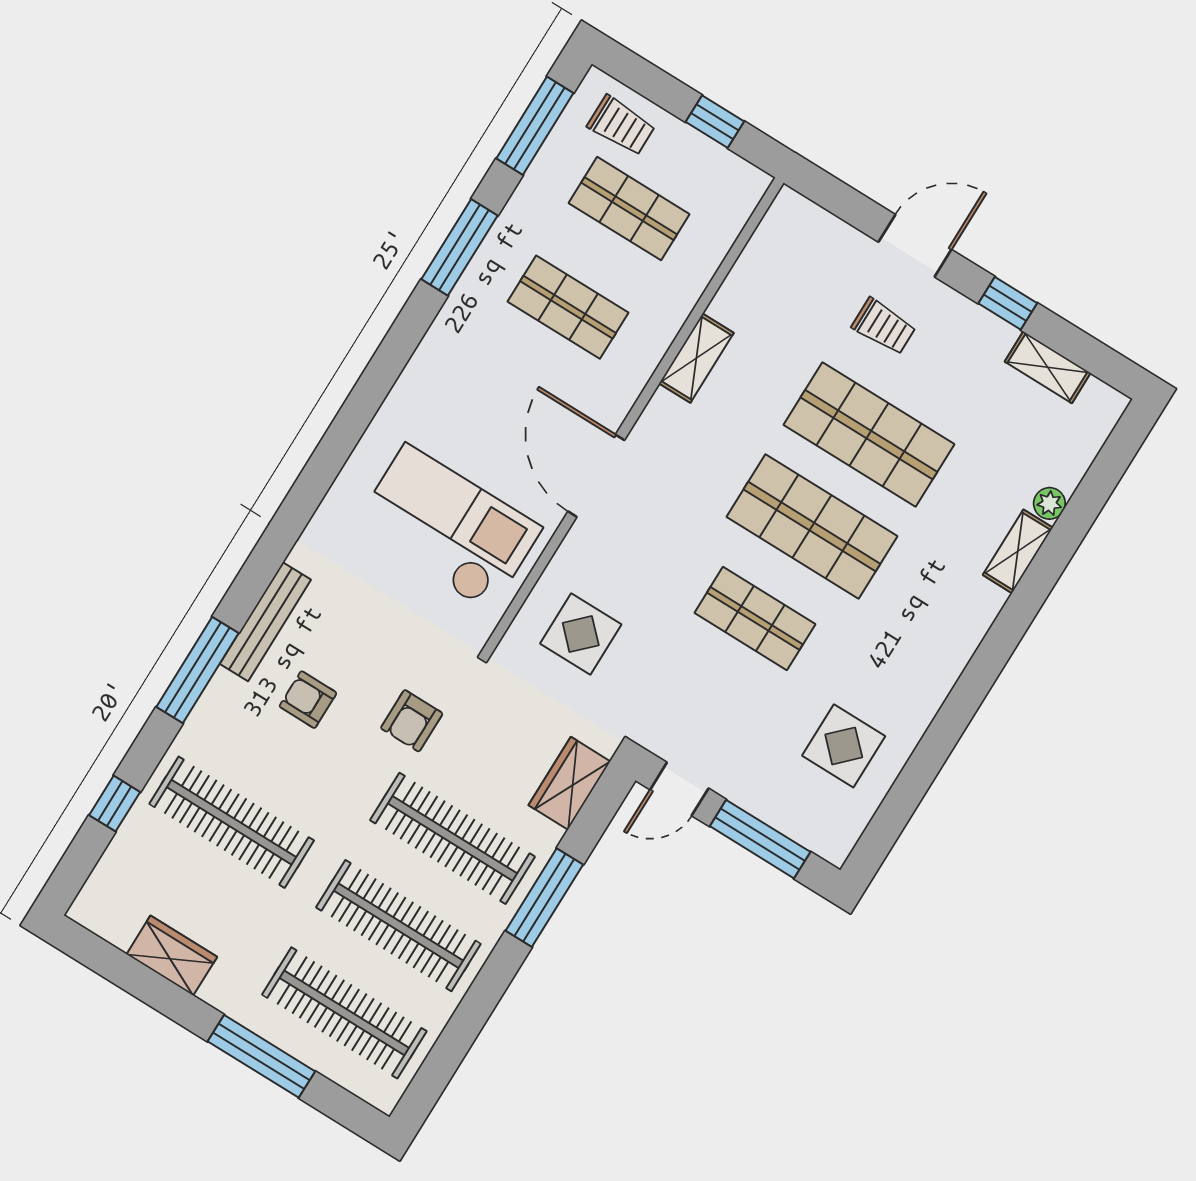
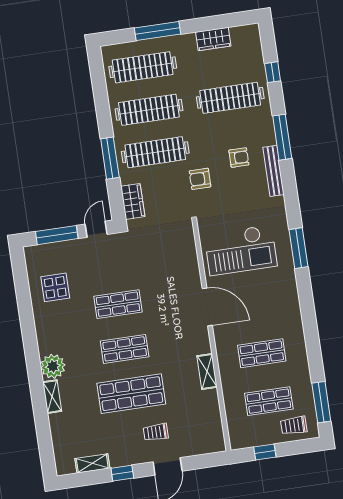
window: (459, 247) -> (299, 248), moved
plant: (1049, 503) -> (53, 366), moved, width x1.87, depth x1.87
shop shelf: (812, 527) -> (125, 349), width x0.70, depth x0.74
display table: (581, 634) -> (169, 252), removed
armchair: (412, 721) -> (200, 179), turned -90

